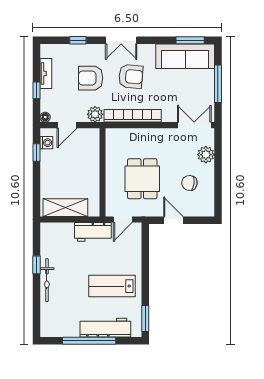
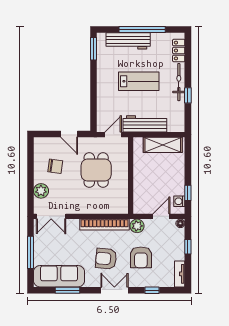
window: (190, 40) -> (68, 290), moved
tv unit: (46, 73) -> (180, 274), moved
armchair: (91, 78) -> (141, 257), turned 90
workbench: (93, 232) -> (145, 124), width x1.38
lab bench: (112, 286) -> (139, 81), moved
locker: (47, 316) -> (179, 51), added

